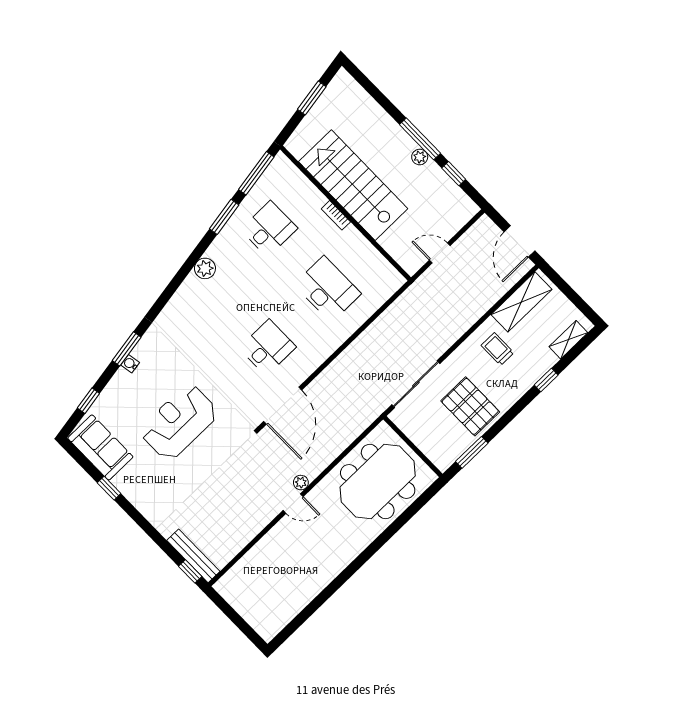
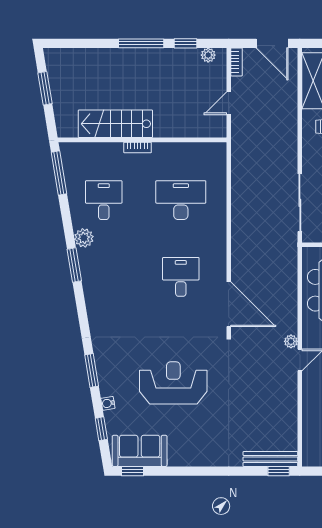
plant: (420, 157) -> (208, 55), moved
stairs: (353, 185) -> (115, 124), width x0.73, depth x0.66
window: (224, 217) -> (74, 265), moved
bookcase: (478, 228) -> (237, 62), added
plant: (205, 268) -> (84, 238), moved
water cooler: (130, 364) -> (108, 403), moved
reception desk: (179, 422) -> (173, 383), turned 90
window: (109, 488) -> (132, 471), moved

